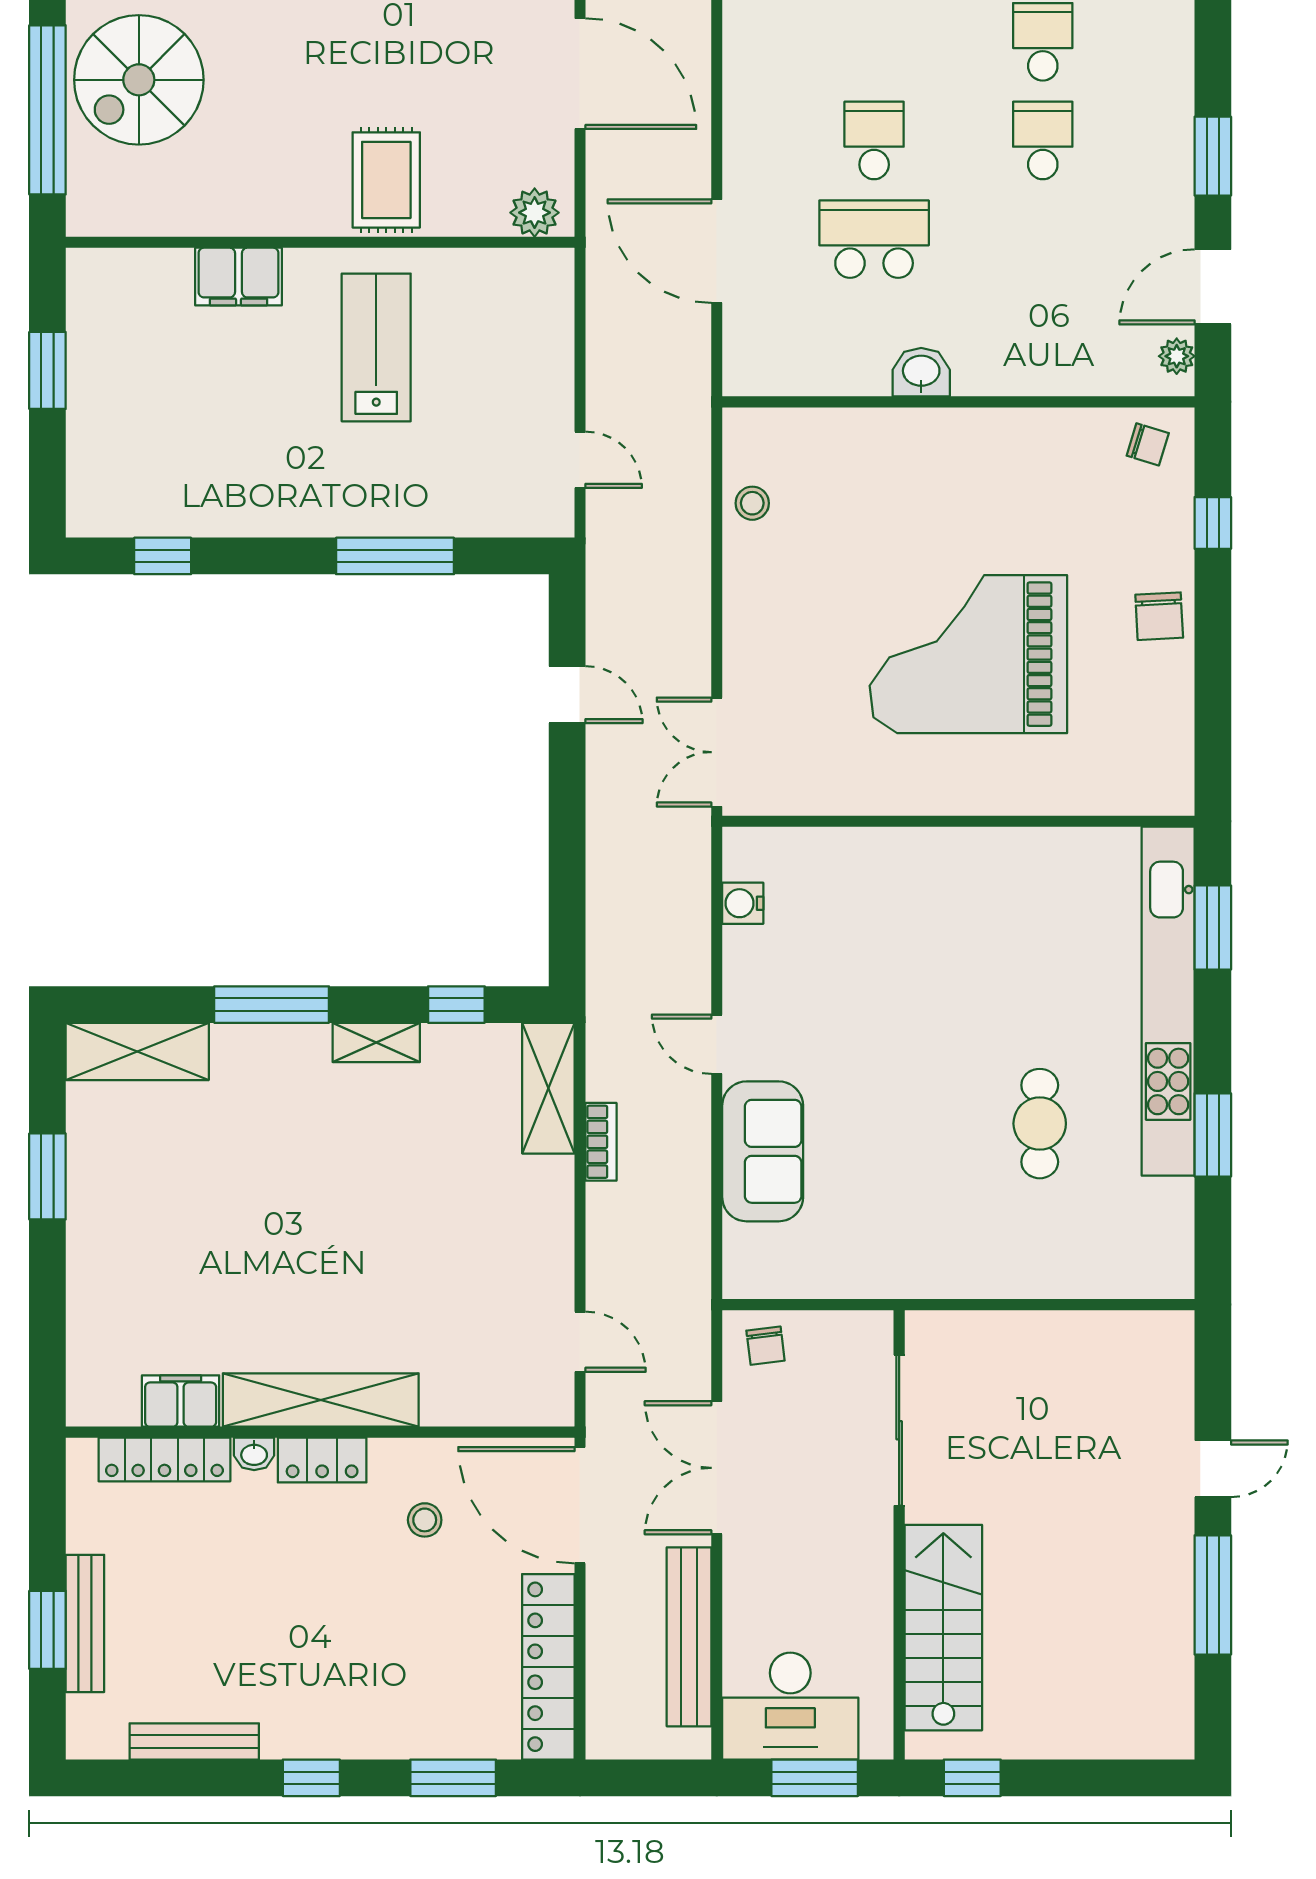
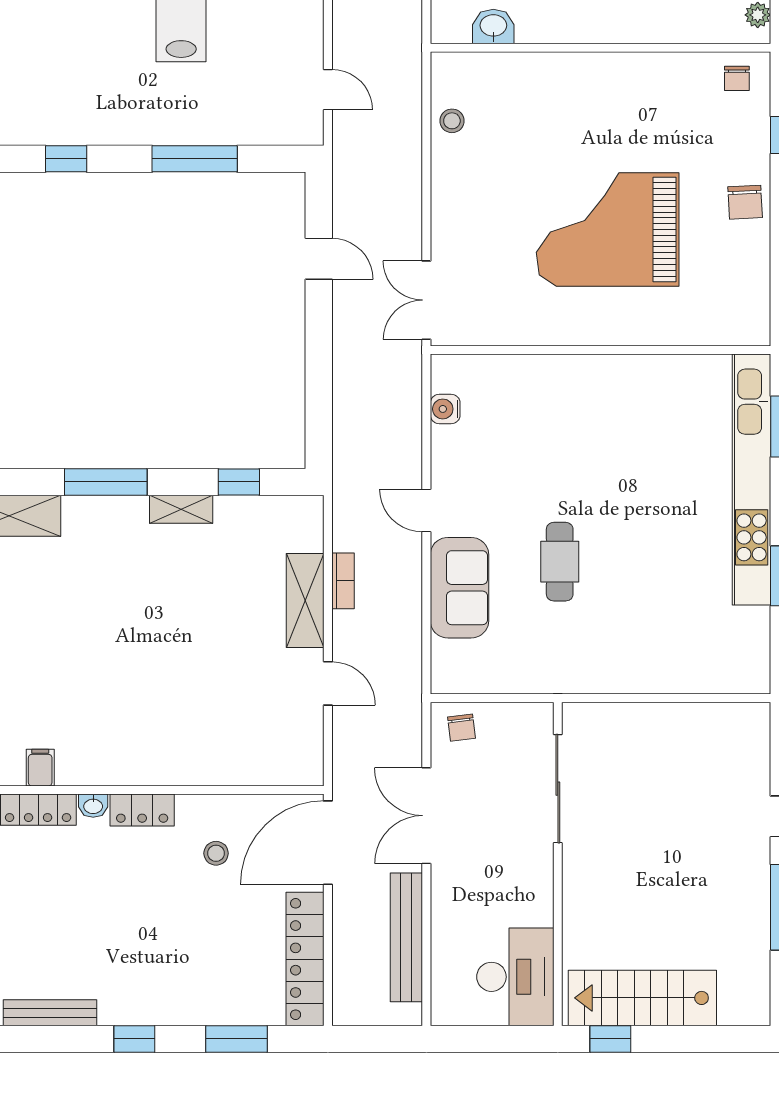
washbasin: (921, 372) -> (493, 26), moved
chair: (1148, 444) -> (737, 78), turned 73
window: (163, 556) -> (66, 159), moved
shelving: (548, 1088) -> (305, 601), moved
cafe table: (1040, 1124) -> (560, 562), moved
door: (580, 1342) -> (328, 683), moved
shelving: (321, 1400) -> (141, 767), removed
filing cabinet: (181, 1401) -> (40, 768), width x0.50
door: (580, 1505) -> (328, 843), hinge flipped
stairs: (943, 1628) -> (642, 998), moved, turned -90
desk: (790, 1706) -> (515, 977), moved, turned -90
window: (815, 1778) -> (497, 1039), removed

